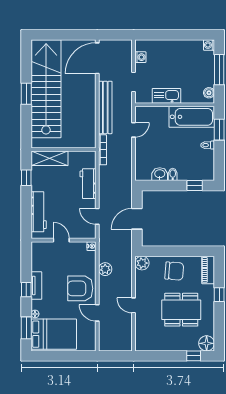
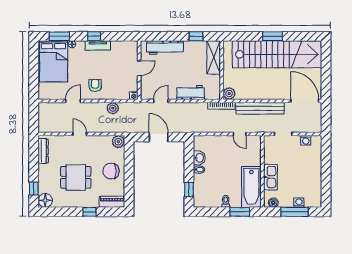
washing machine: (209, 45) -> (299, 203), moved
kitchen sink: (166, 96) -> (270, 177), moved
plant: (89, 141) -> (229, 94), added
chair: (174, 271) -> (111, 171), turned 86
armchair: (80, 288) -> (95, 85), width x0.53, depth x0.53
door: (134, 305) -> (80, 134), hinge flipped
dining table: (181, 310) -> (76, 177), width x0.73
dresser: (152, 346) -> (43, 151), added

